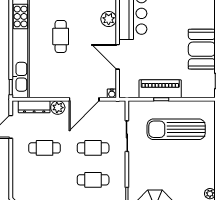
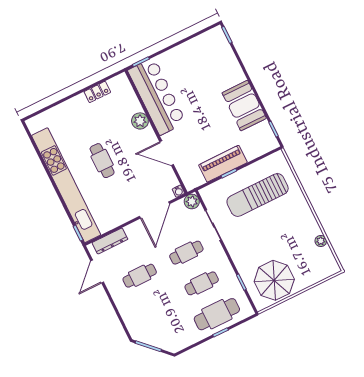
plant: (58, 108) -> (192, 202), moved

